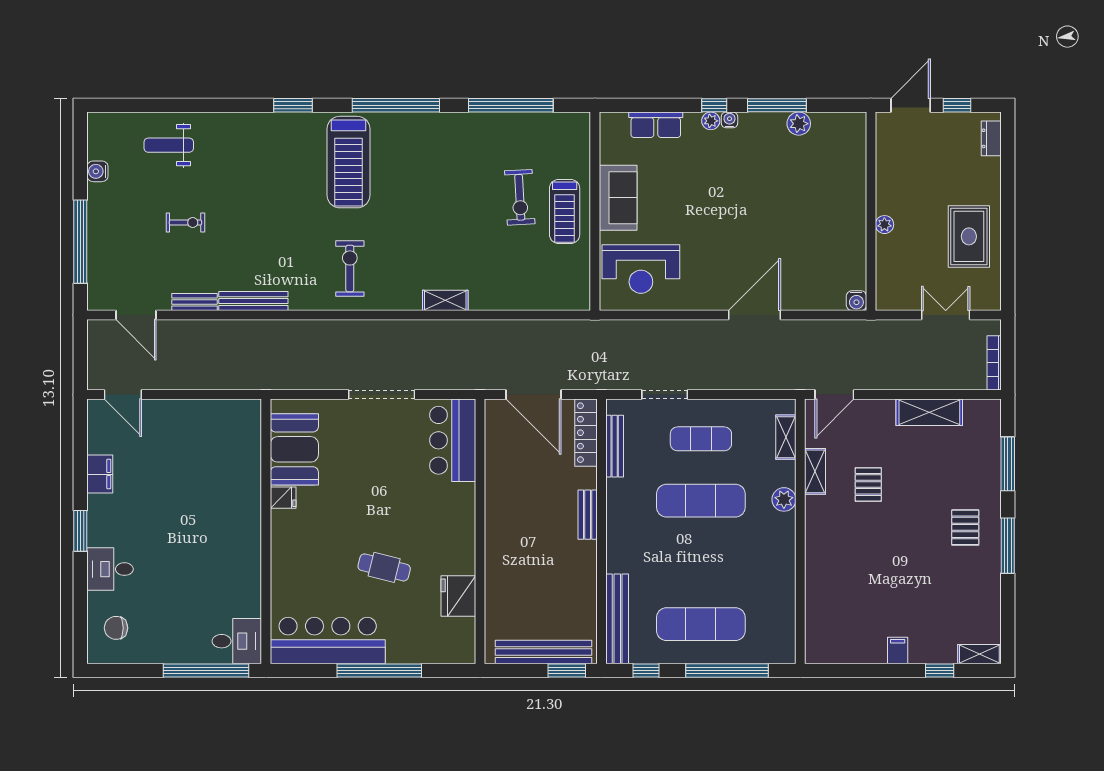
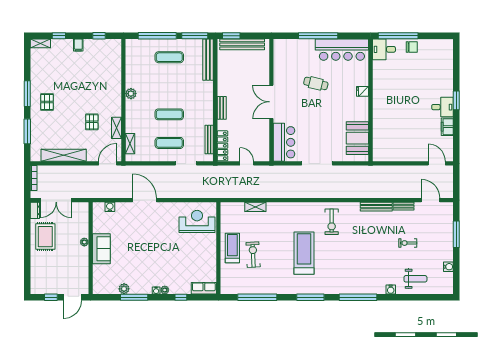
window: (293, 105) -> (358, 297), width x2.11
window: (396, 105) -> (310, 297), width x0.68
window: (714, 105) -> (181, 297), moved
water cooler: (222, 122) -> (391, 290), added
row of seats: (656, 125) -> (204, 288), moved
dresser: (991, 138) -> (35, 210), moved
treadmill: (348, 162) -> (304, 253), moved
sofa: (618, 198) -> (101, 249), moved, turned 180
window: (80, 242) -> (456, 234), width x0.68
shelving: (445, 300) -> (255, 207), moved
water cooler: (856, 301) -> (110, 207), moved
door: (755, 315) -> (144, 200), swing flipped
double door: (946, 315) -> (56, 200), width x1.37
door: (533, 395) -> (247, 163), width x0.53
shelving: (929, 412) -> (64, 155), width x1.47
fridge: (283, 498) -> (363, 91), moved
plant: (784, 499) -> (131, 94), moved
exercise mat: (701, 501) -> (169, 114), width x0.73, depth x0.69
double door: (480, 528) -> (271, 102), added
desk: (110, 569) -> (443, 107), moved
fridge: (458, 596) -> (281, 70), removed
exercise mat: (701, 624) -> (169, 57), width x0.73, depth x0.69
chair: (116, 628) -> (412, 47), moved
window: (646, 671) -> (195, 36), width x2.17
window: (853, 671) -> (99, 36), added

